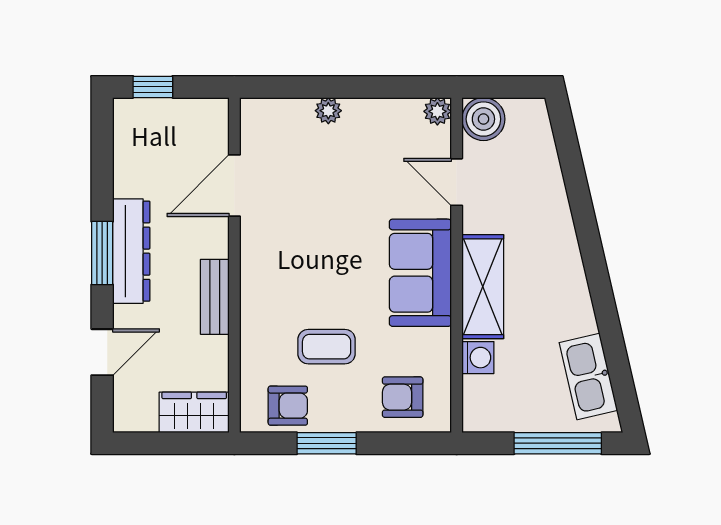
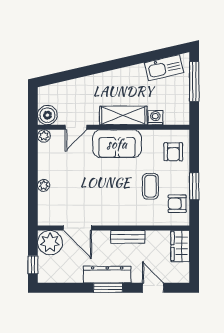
plant: (202, 125) -> (50, 243), added
armchair: (288, 406) -> (177, 204), turned -90

